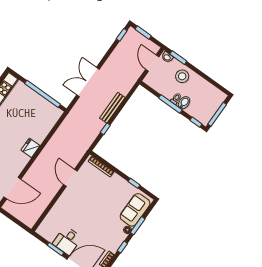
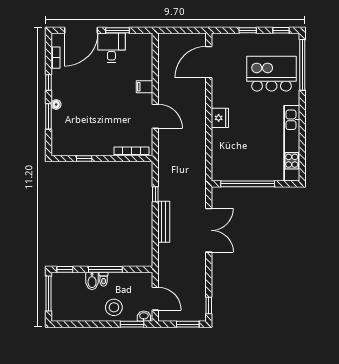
filing cabinet: (64, 201) -> (144, 87), added
sofa: (135, 210) -> (63, 131), removed

